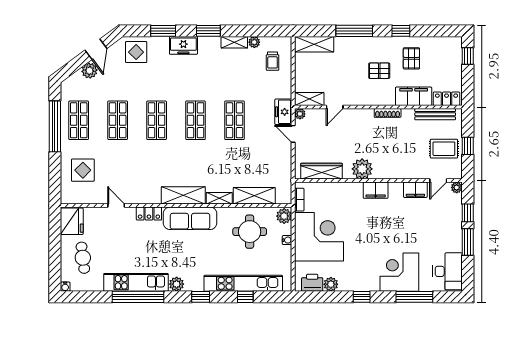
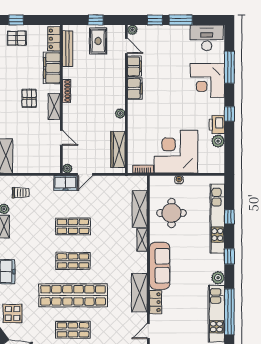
pallet: (411, 58) -> (17, 38), moved
shelving: (309, 99) -> (54, 106), moved
shop shelf: (157, 120) -> (73, 295), width x2.00, depth x1.36
plant: (362, 169) -> (120, 113), width x0.53, depth x0.53
filing cabinet: (376, 190) -> (135, 89), moved
shelving: (183, 195) -> (139, 293), moved
plant: (284, 216) -> (158, 182), removed
printer: (312, 283) -> (217, 125), moved

